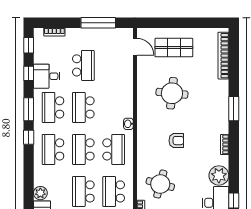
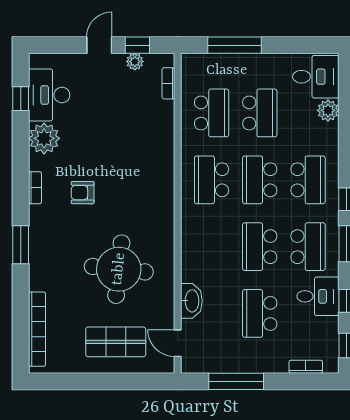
round table: (172, 93) -> (119, 269), width x1.36, depth x1.36
school desk: (83, 107) -> (260, 247), turned 180
washbasin: (128, 124) -> (191, 301), moved, width x1.91, depth x1.45
armchair: (176, 141) -> (83, 193), moved
school desk: (83, 149) -> (260, 180), turned 180
round table: (160, 184) -> (137, 125), removed

